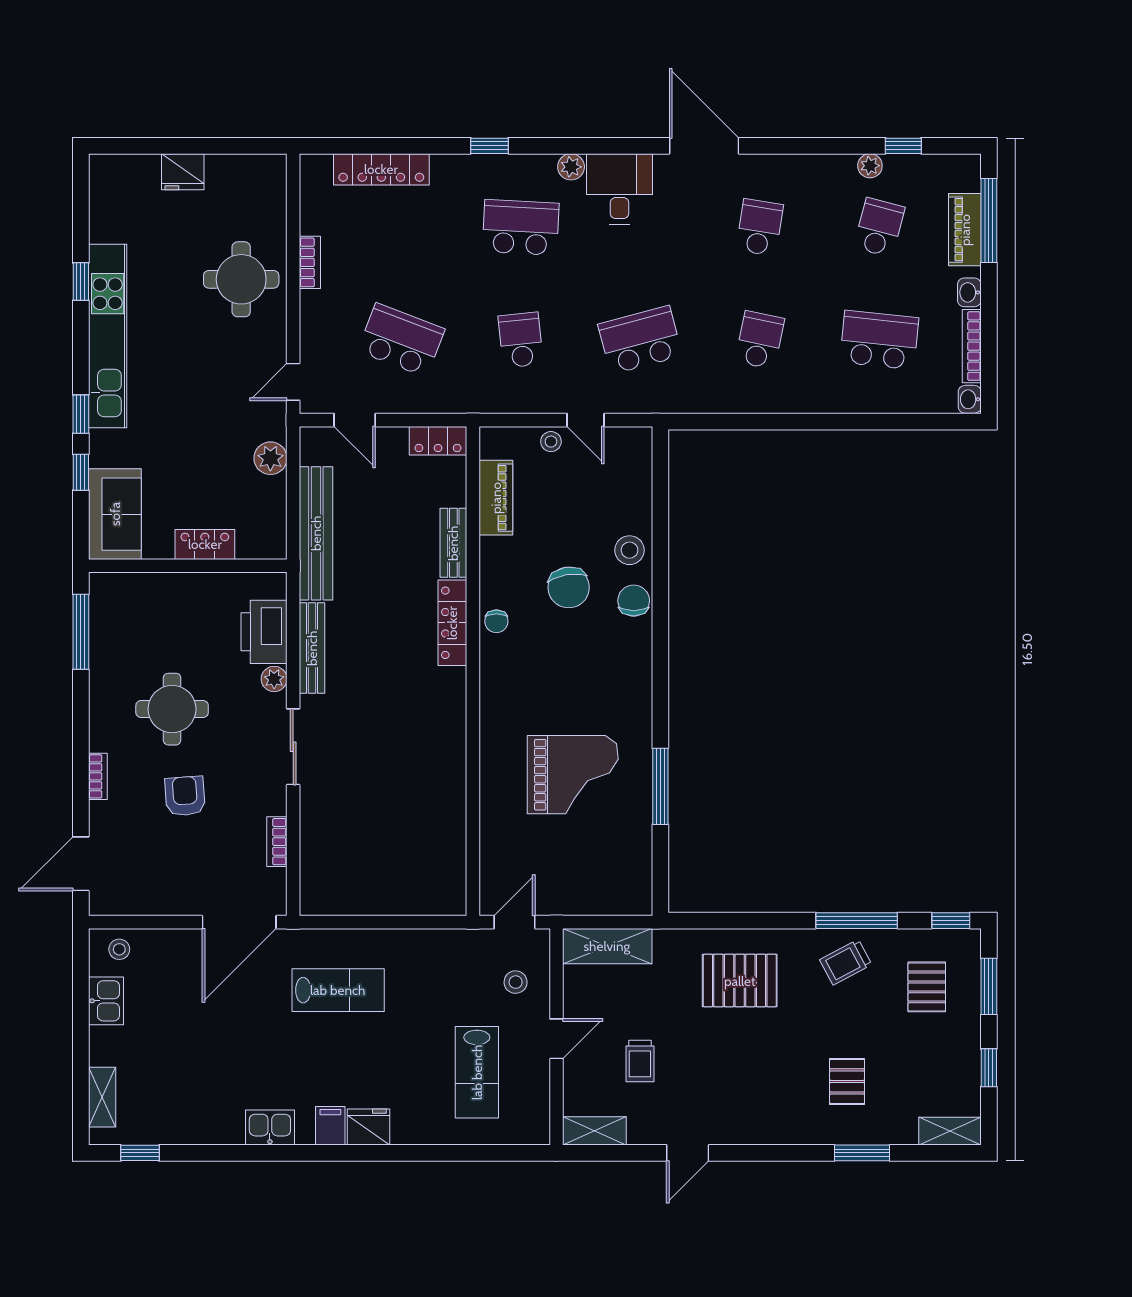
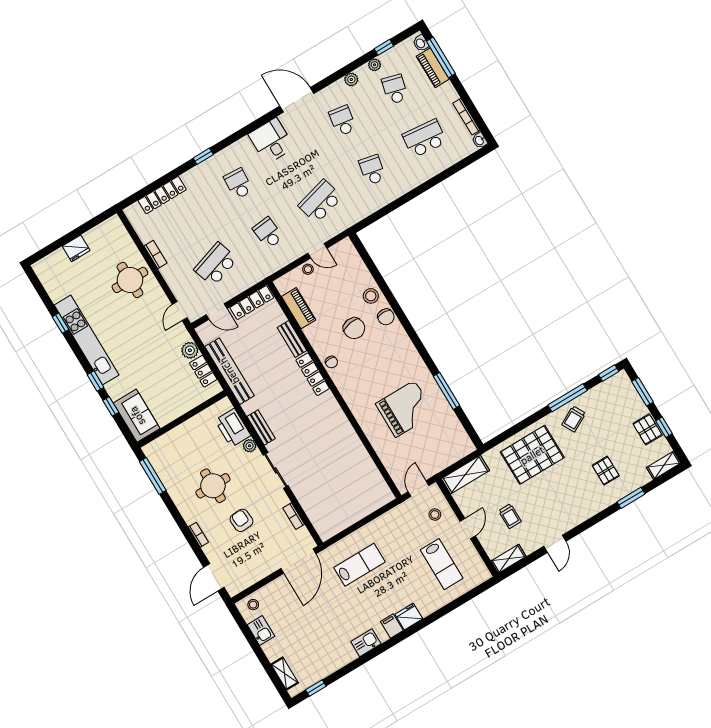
plant: (571, 167) -> (351, 79), moved
school desk: (521, 227) -> (238, 184), width x0.54
washbasin: (969, 292) -> (421, 43), moved
school desk: (401, 340) -> (216, 264), turned -39
locker: (438, 441) -> (252, 303), width x1.53
locker: (205, 544) -> (203, 371), moved, turned -90
chair: (634, 601) -> (386, 317), turned 180
bench: (312, 648) -> (261, 428), width x0.73
pallet: (740, 981) -> (532, 455), width x1.37, depth x1.41
pallet: (927, 987) -> (648, 429), moved

